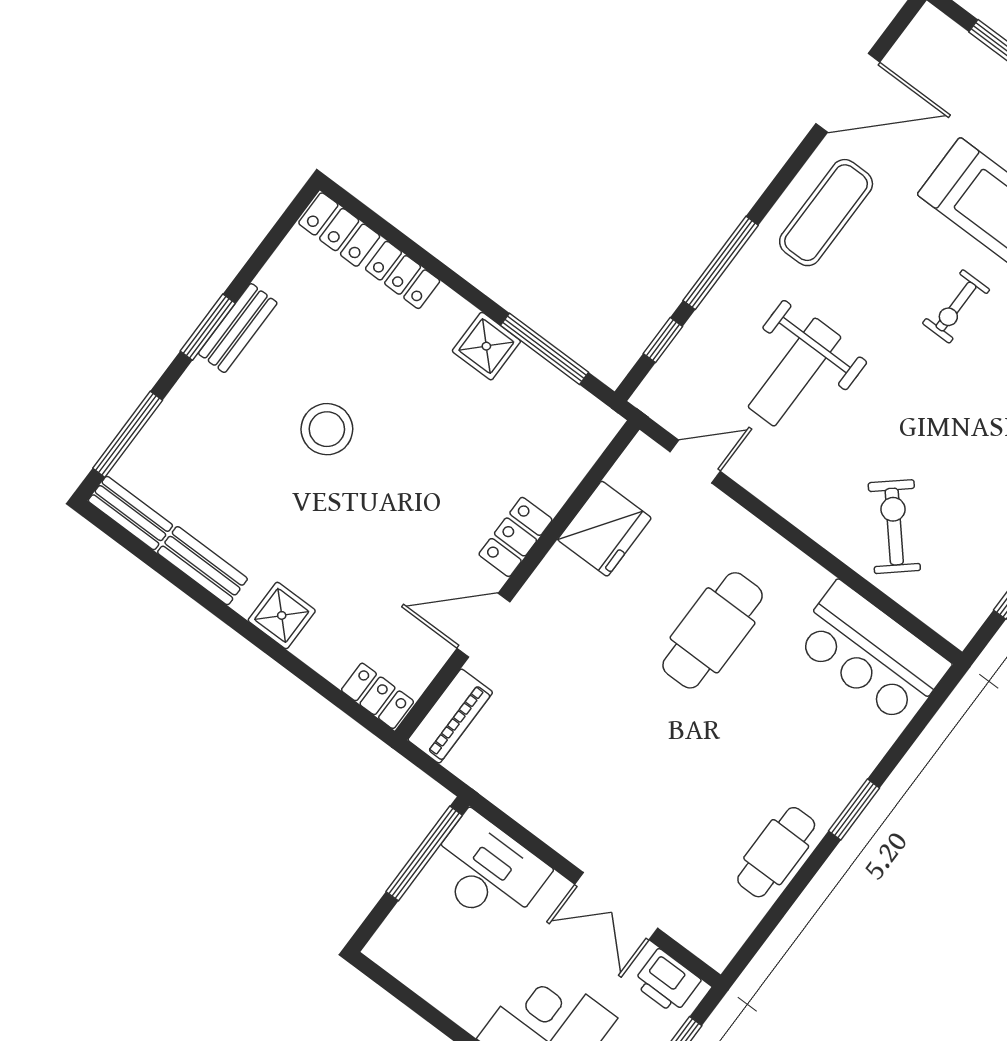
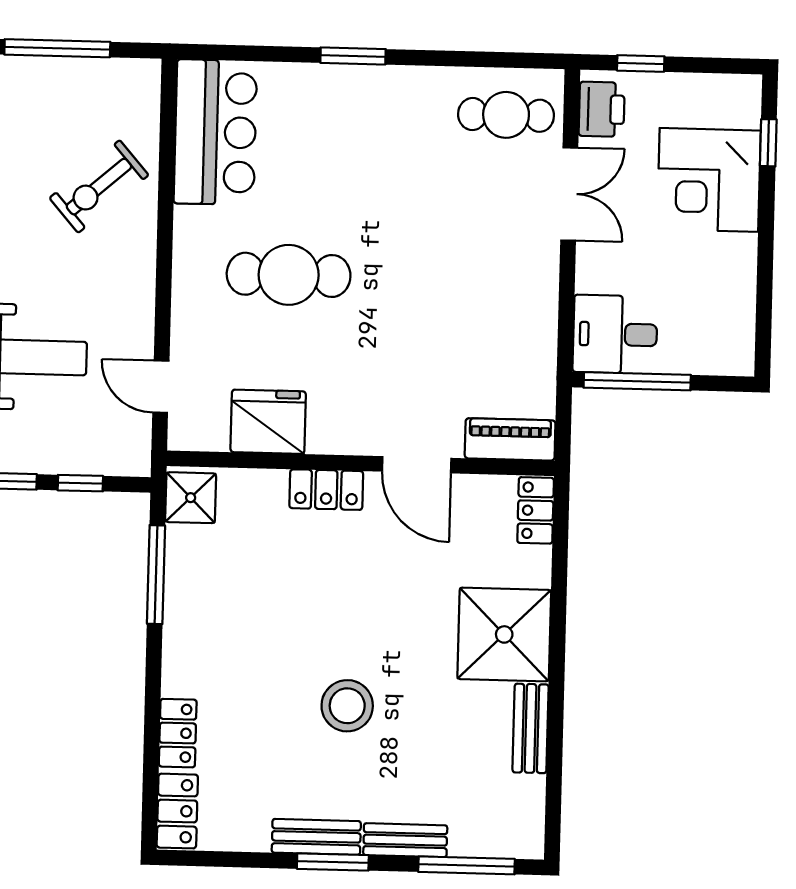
shower: (486, 346) -> (191, 498), moved
bench: (130, 513) -> (405, 840), moved, turned 90
shower: (282, 615) -> (504, 634), width x1.86, depth x1.86
cafe table: (776, 852) -> (506, 115), moved
desk: (487, 871) -> (615, 334), width x0.73

